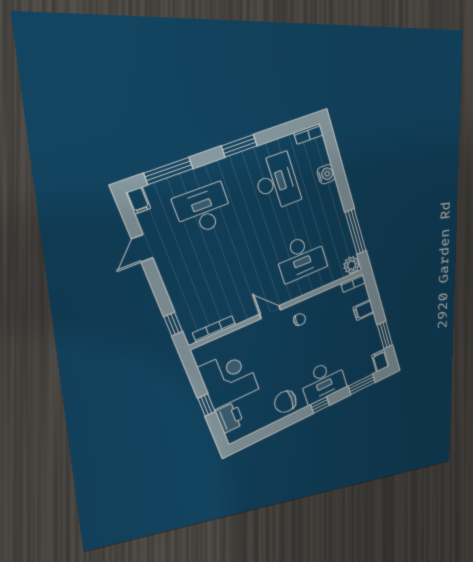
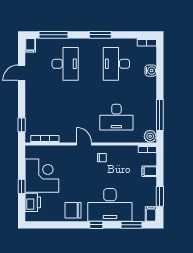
desk: (277, 182) -> (116, 64), turned 180
desk: (203, 210) -> (65, 64), turned 90
desk: (323, 381) -> (110, 205), width x1.36, depth x1.30

